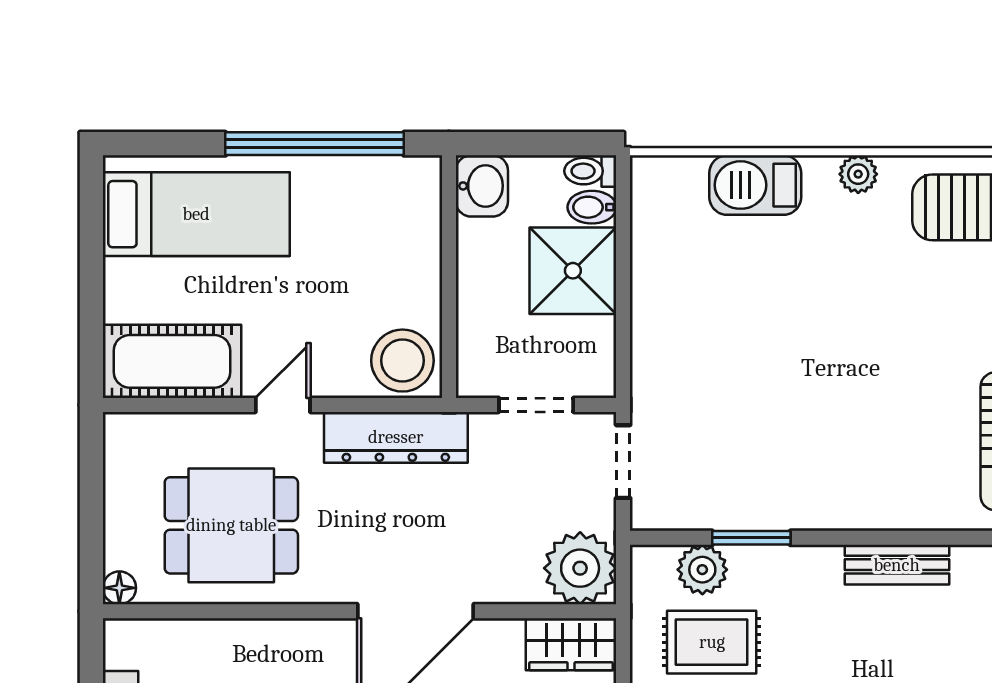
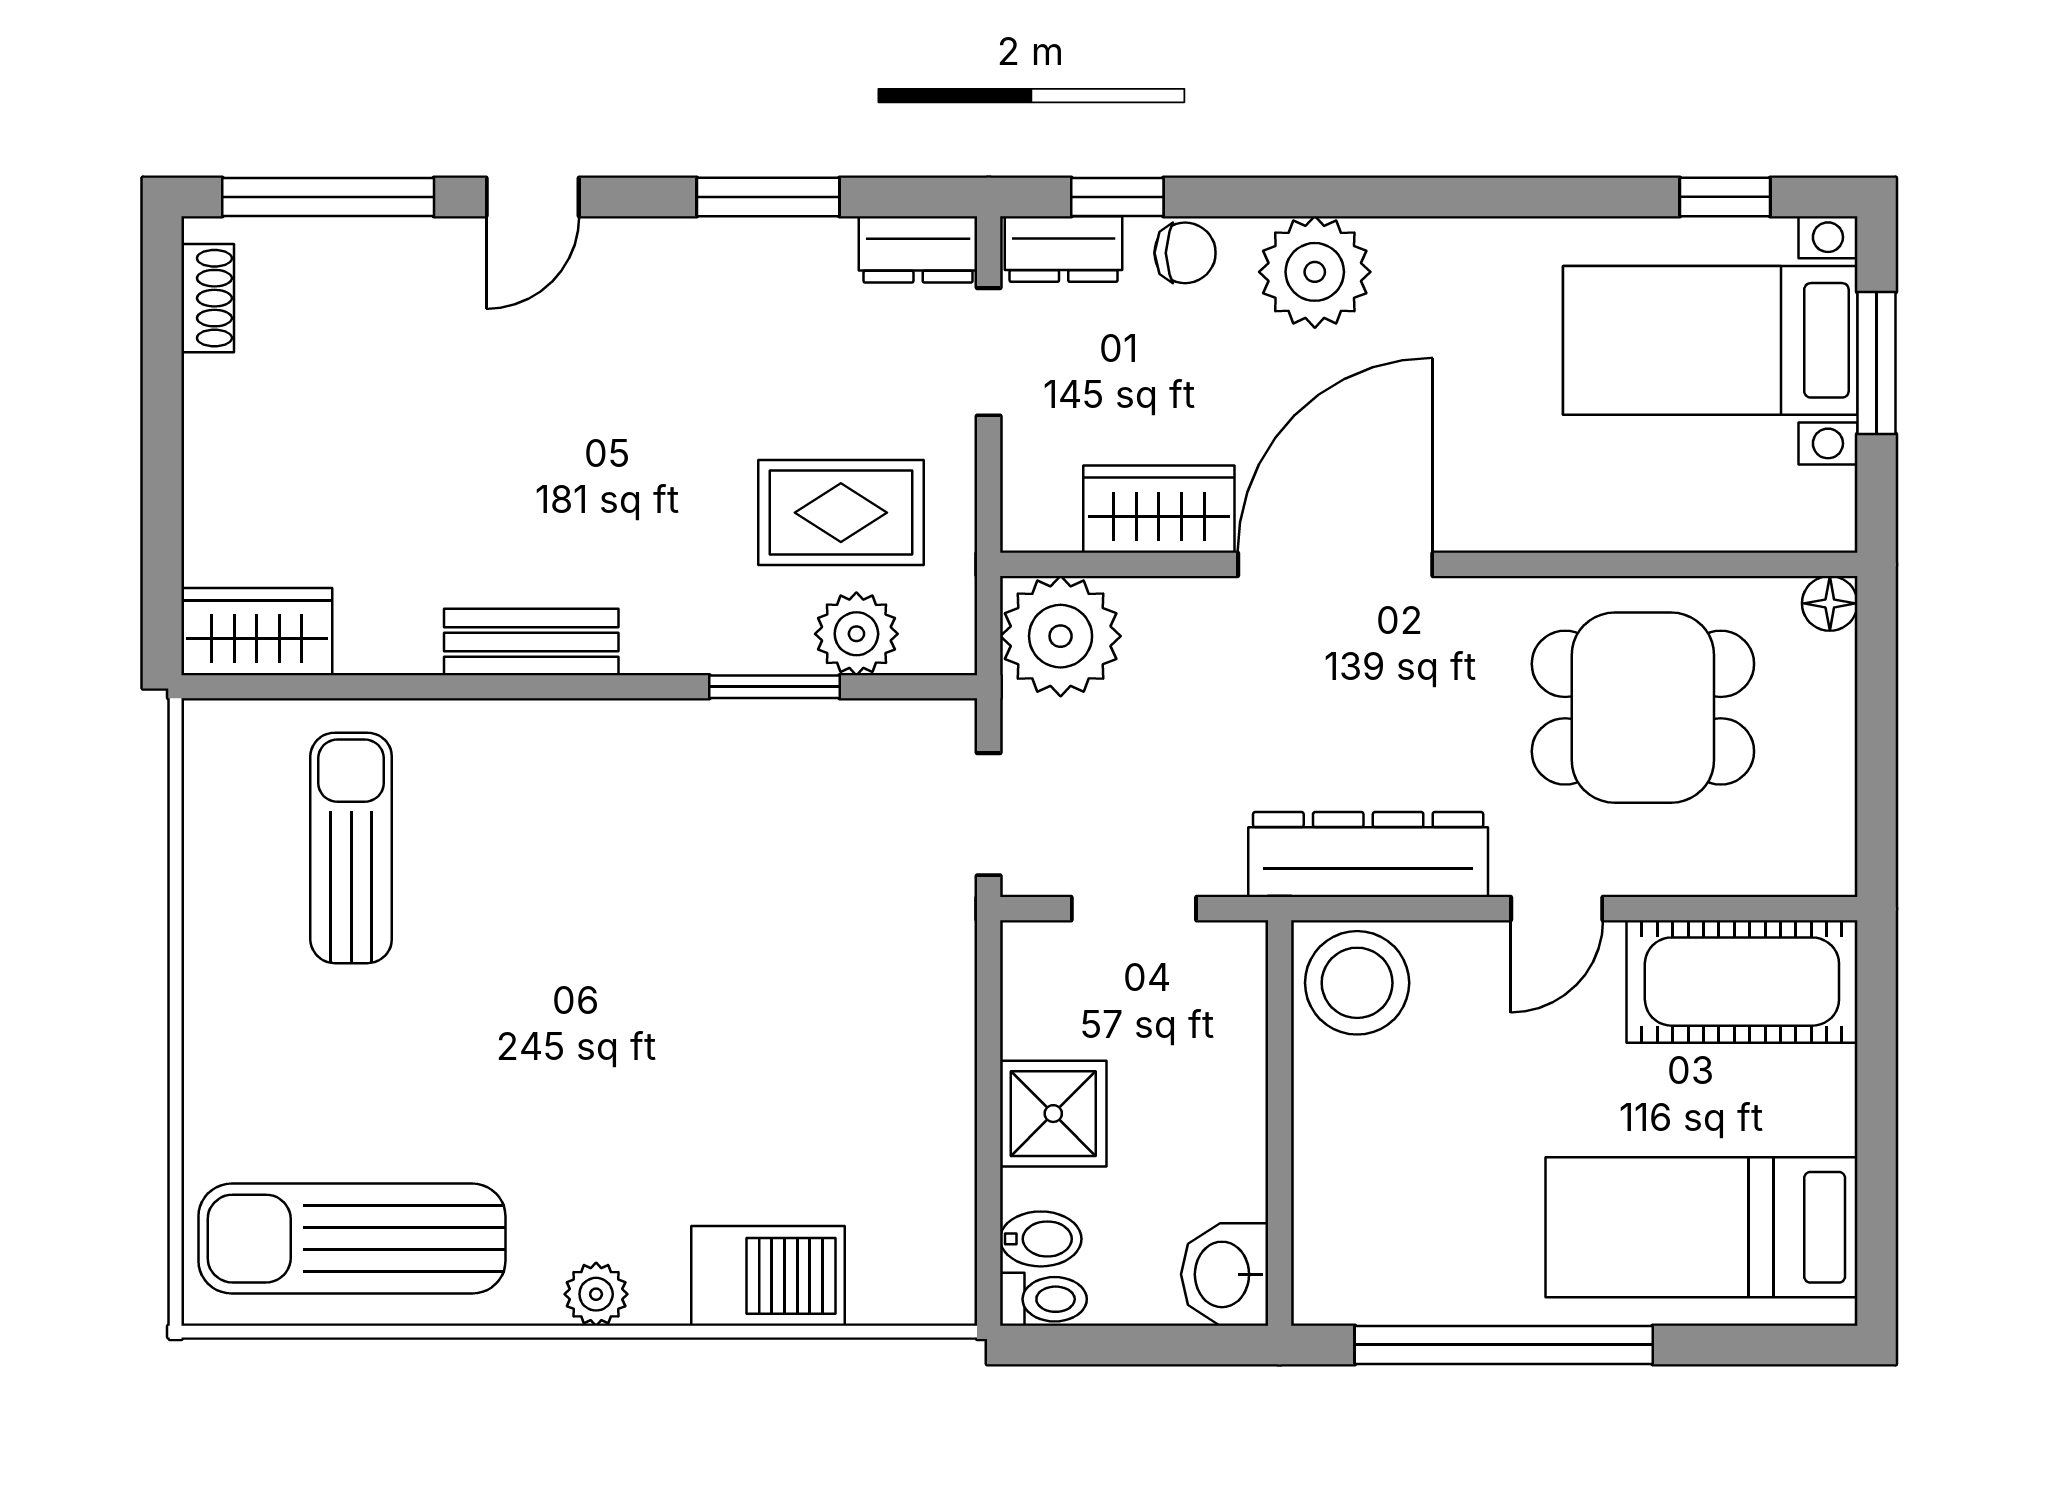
shower: (573, 271) -> (1053, 1114), width x0.73, depth x0.73
wardrobe: (571, 644) -> (1159, 509), moved

